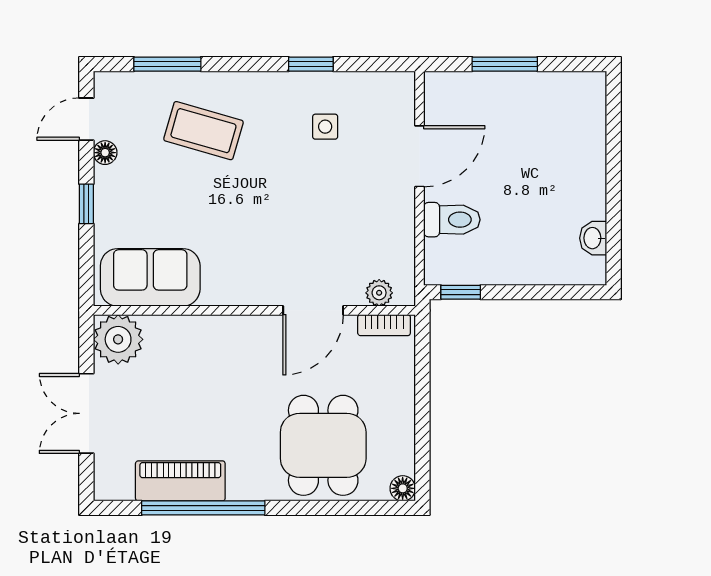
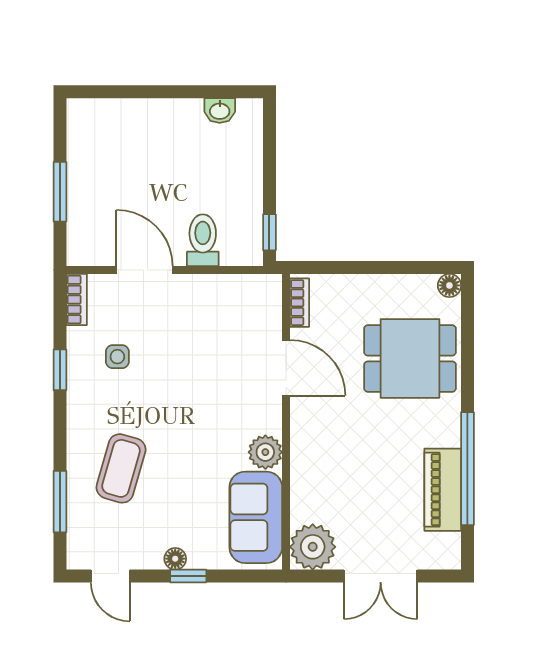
bookcase: (387, 82) -> (77, 300), added
floor lamp: (105, 153) -> (175, 559), moved
plant: (379, 293) -> (265, 452), moved, width x1.38, depth x1.38

